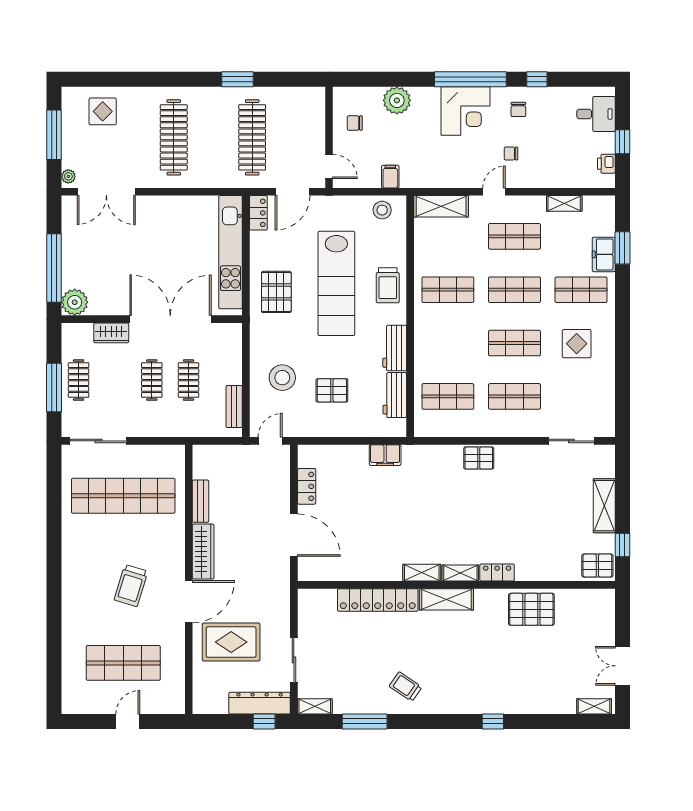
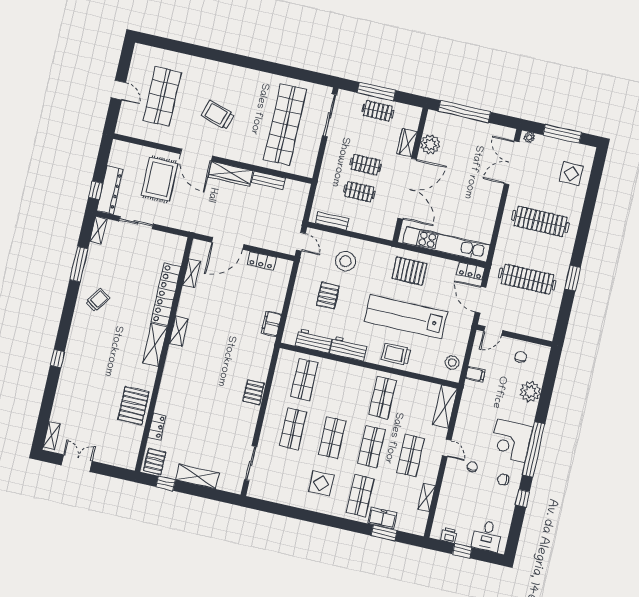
plant: (75, 302) -> (430, 145), moved
shelving: (460, 573) -> (192, 273), moved
locker: (497, 573) -> (157, 427), moved

